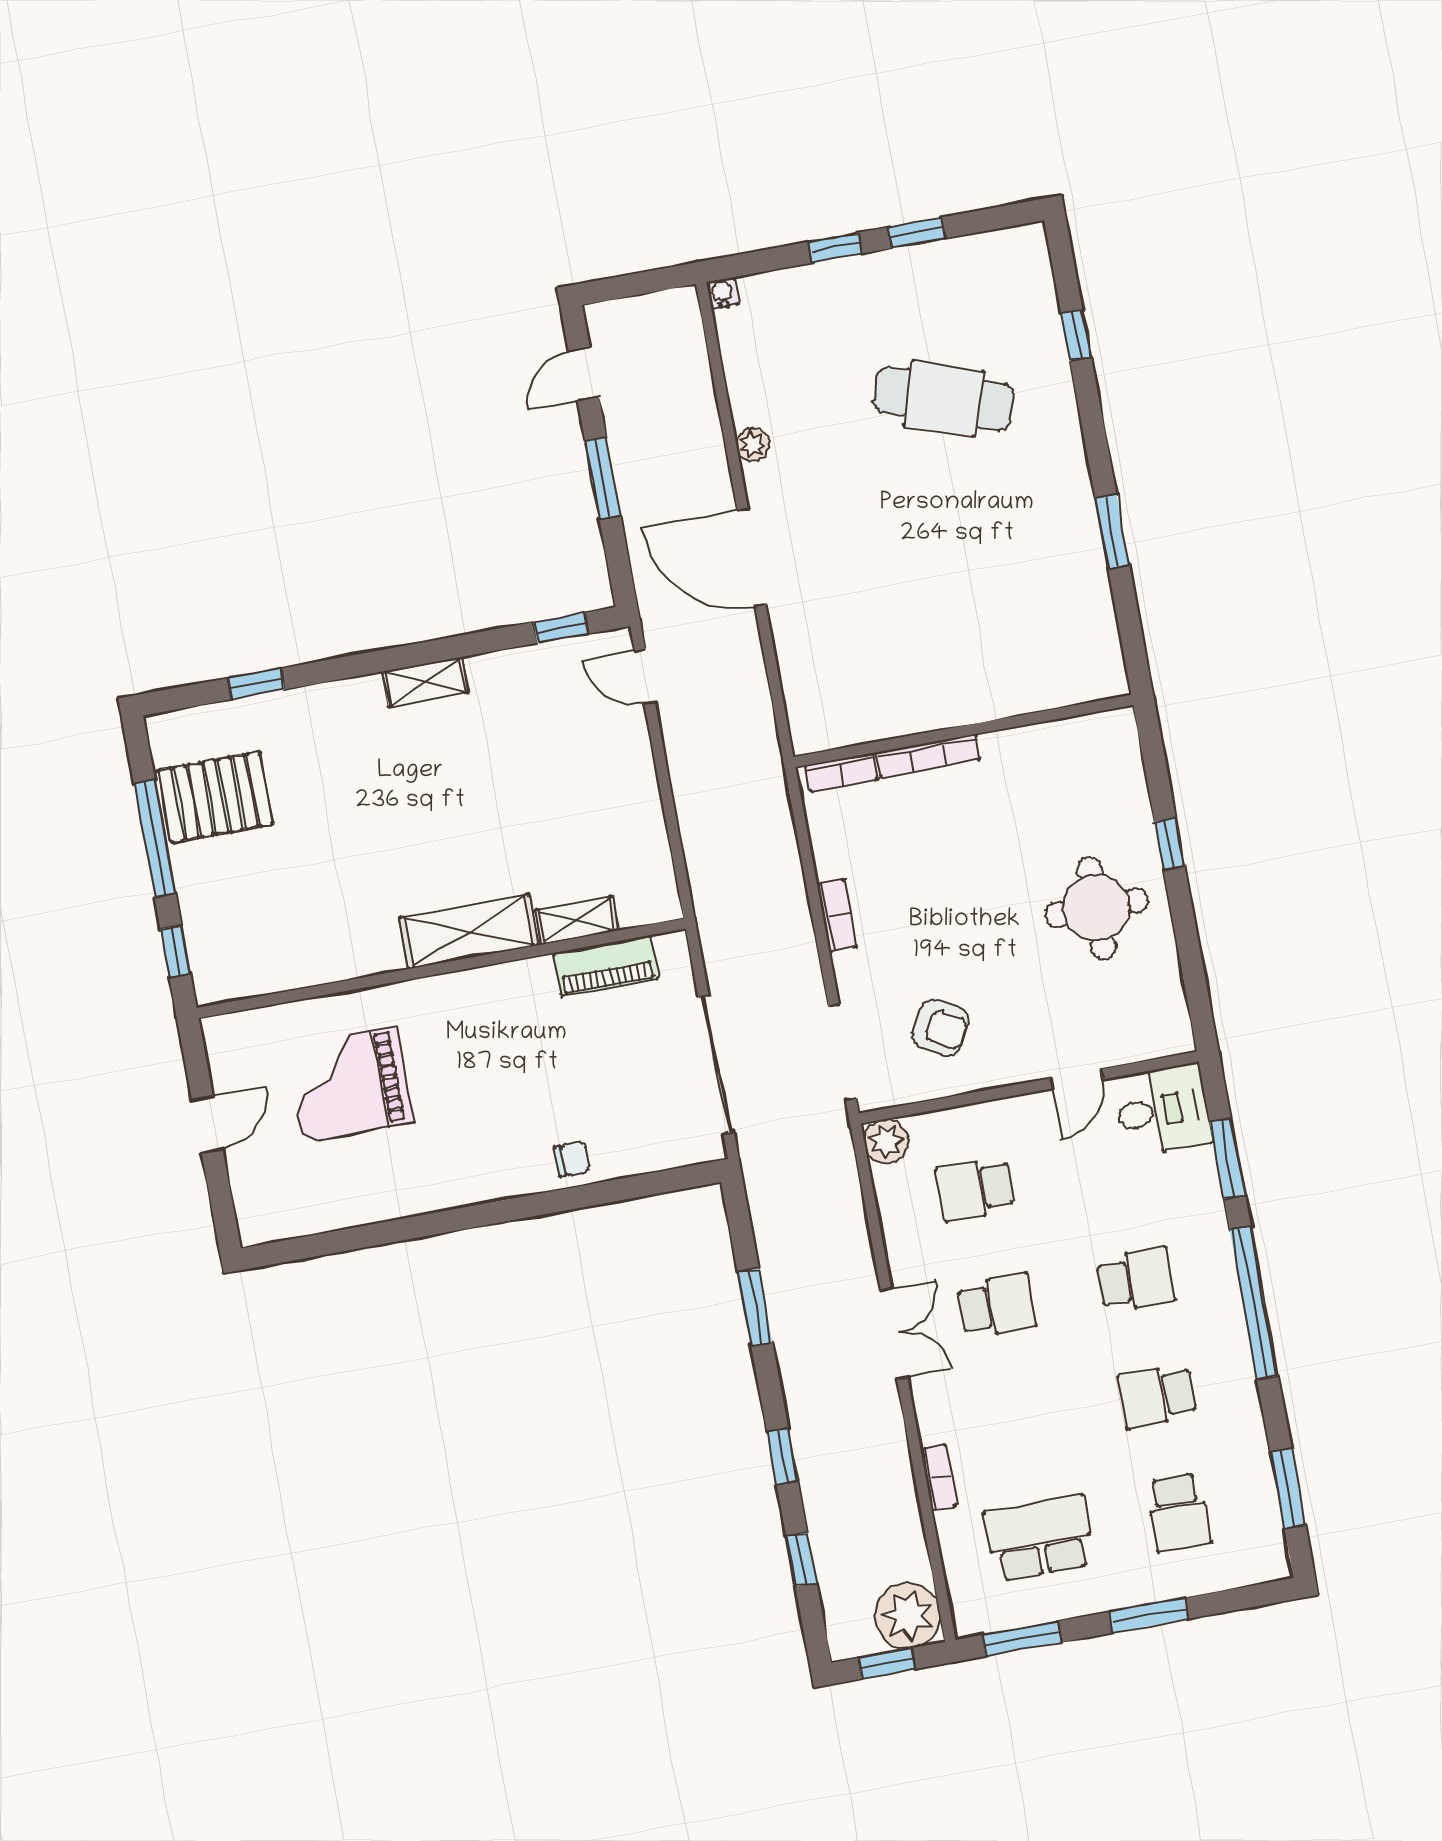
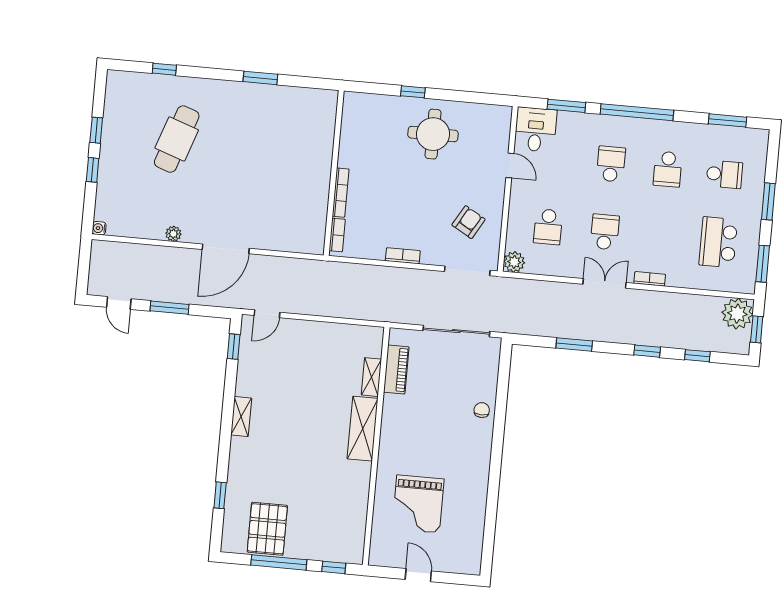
bookcase: (938, 1477) -> (650, 279), moved

